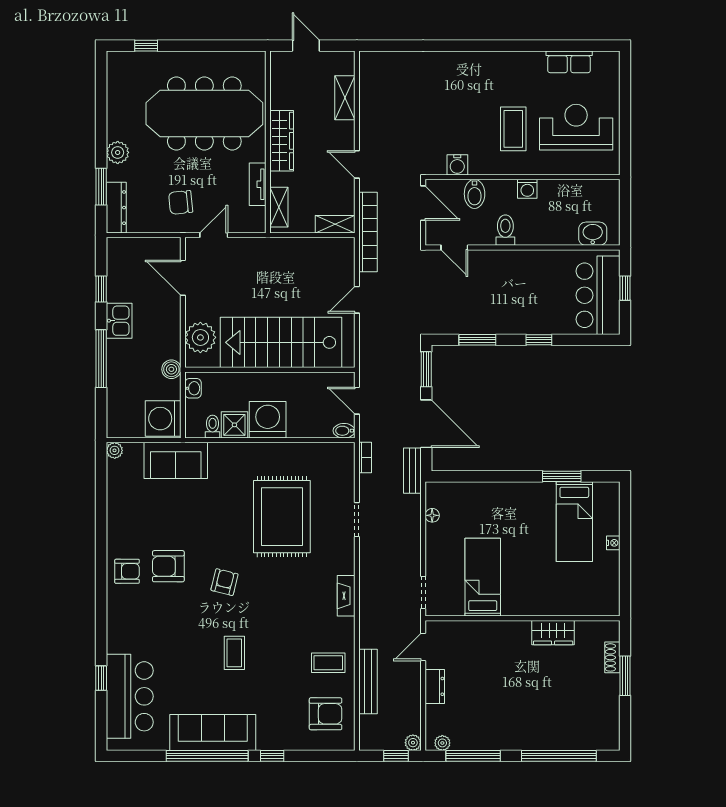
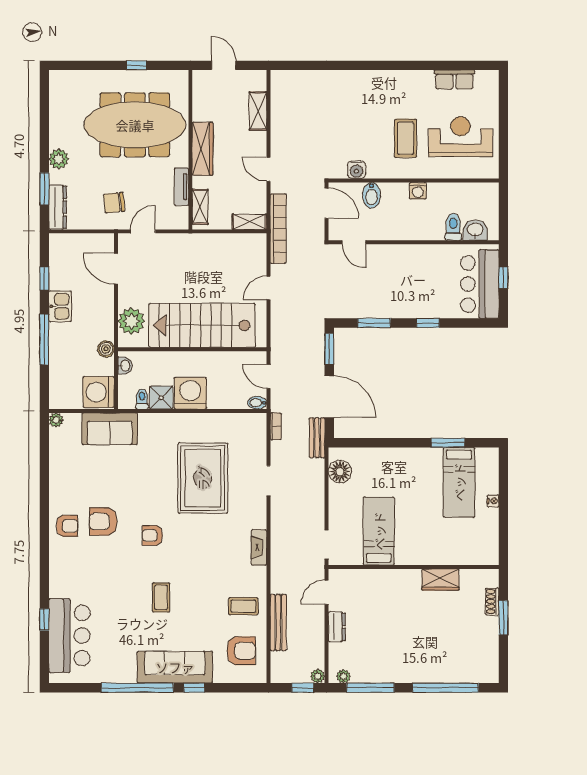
window: (146, 46) -> (137, 65), moved
toilet: (505, 230) -> (453, 227), moved
floor lamp: (432, 515) -> (340, 472), width x1.89, depth x1.89
armchair: (224, 582) -> (152, 535), turned -104
sofa: (213, 733) -> (175, 667), moved

